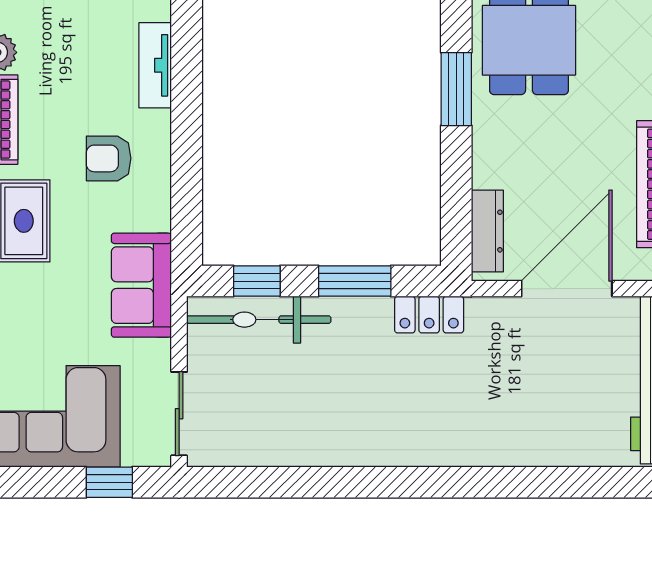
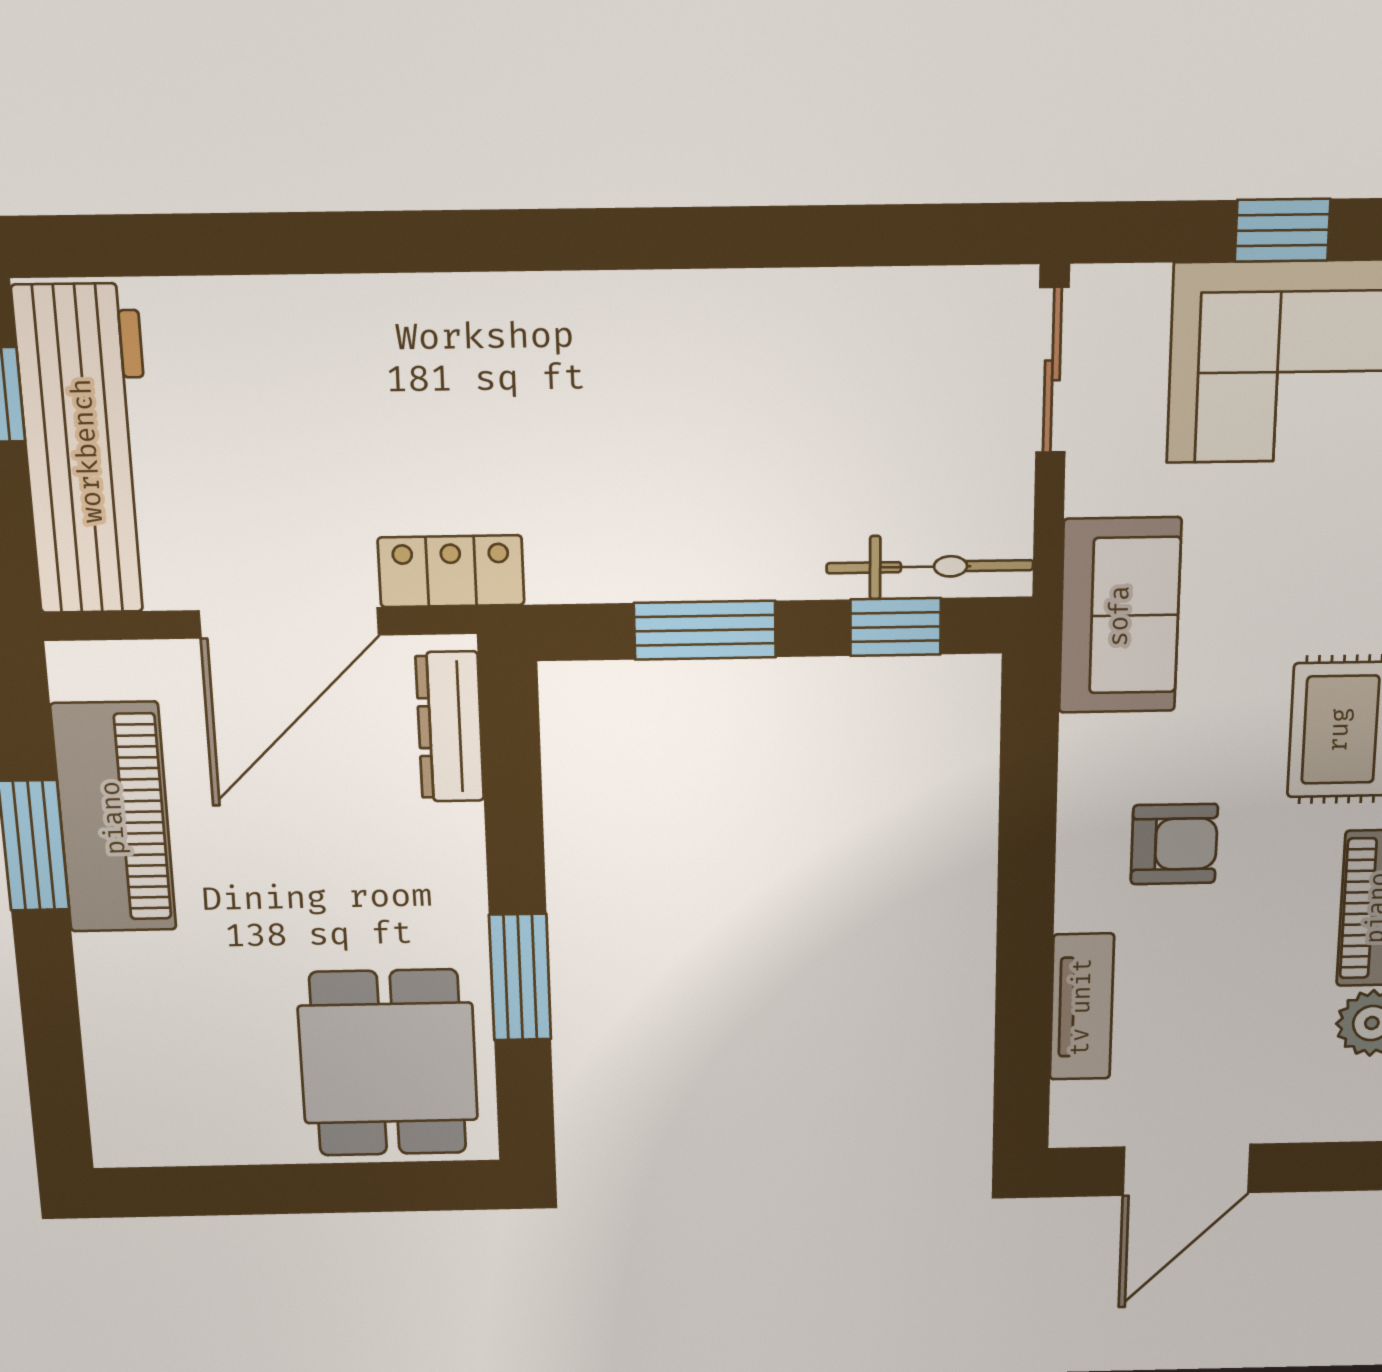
locker: (429, 315) -> (451, 571), moved
bicycle: (259, 320) -> (930, 567), width x0.73, depth x0.71
window: (109, 482) -> (1282, 230), moved

